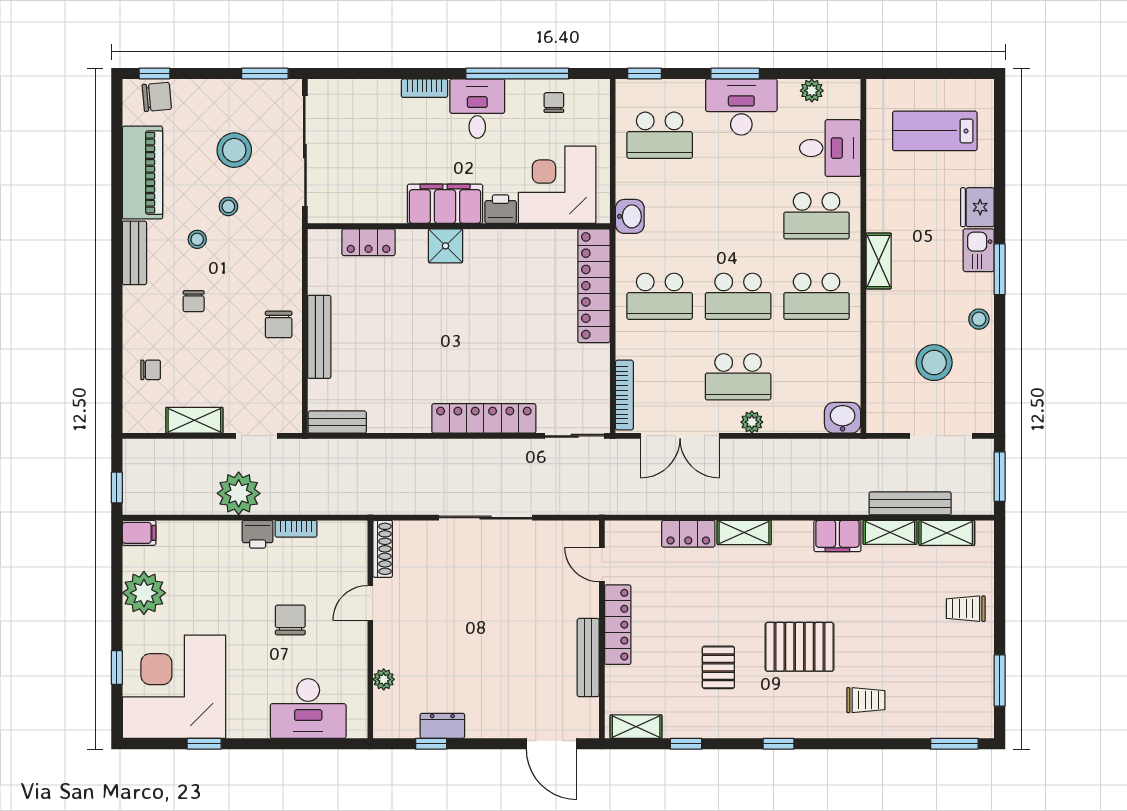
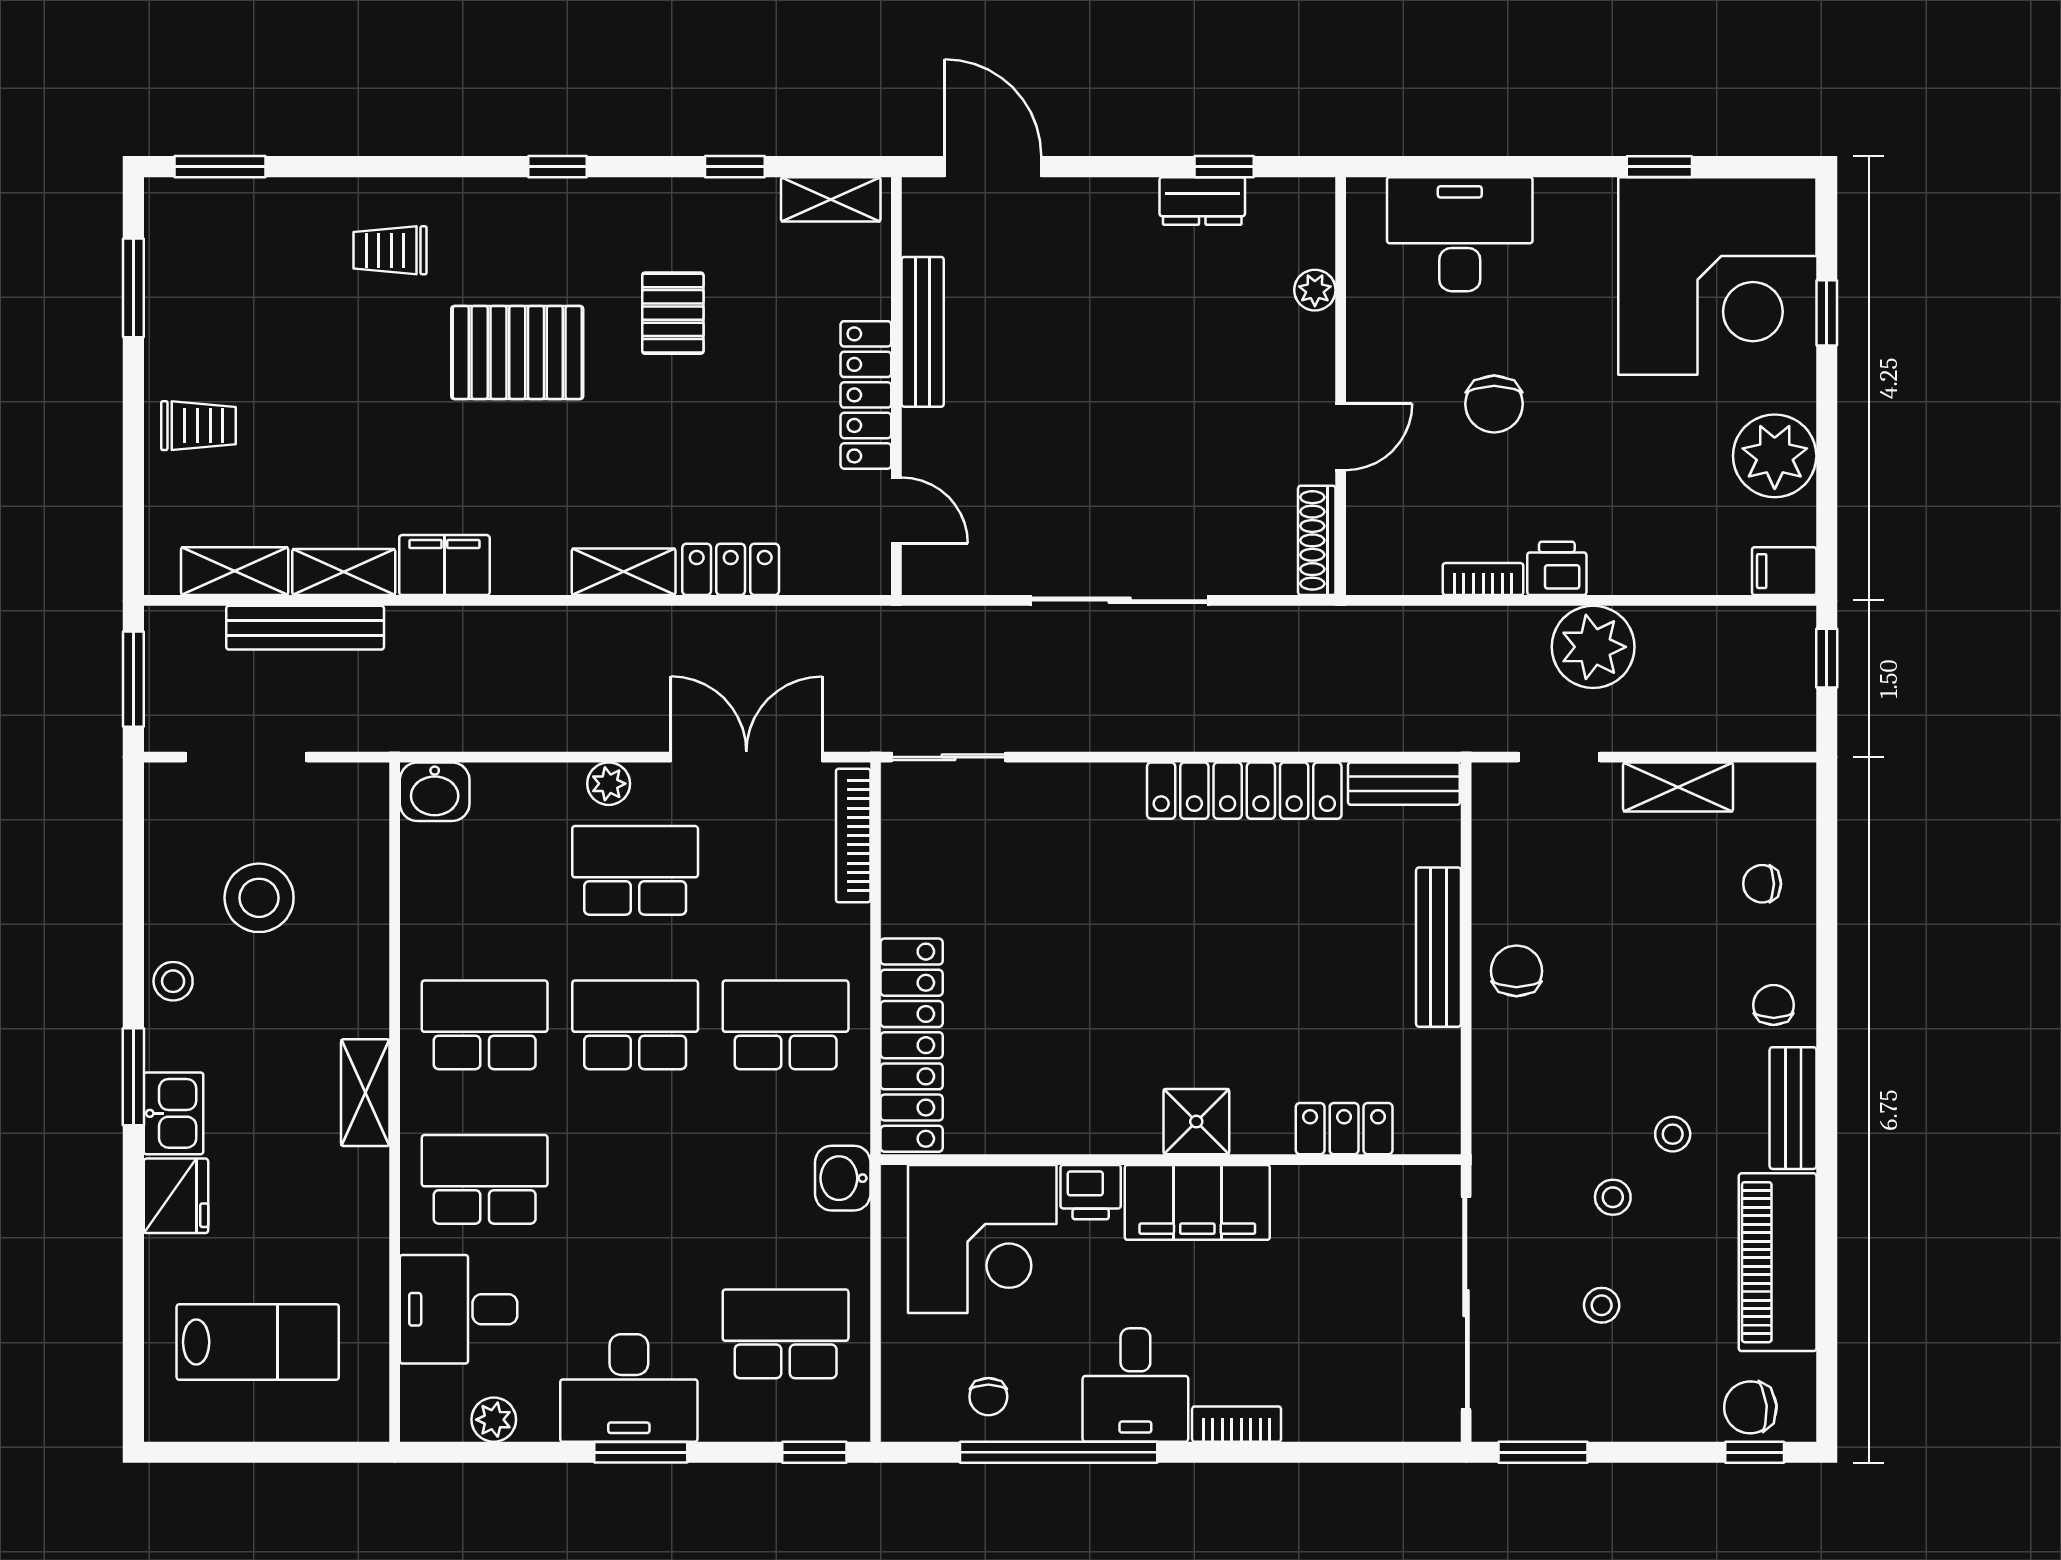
stool: (234, 150) -> (1602, 1305), width x0.53, depth x0.53
chair: (194, 301) -> (1774, 1005), moved
locker: (484, 418) -> (1244, 791), moved

